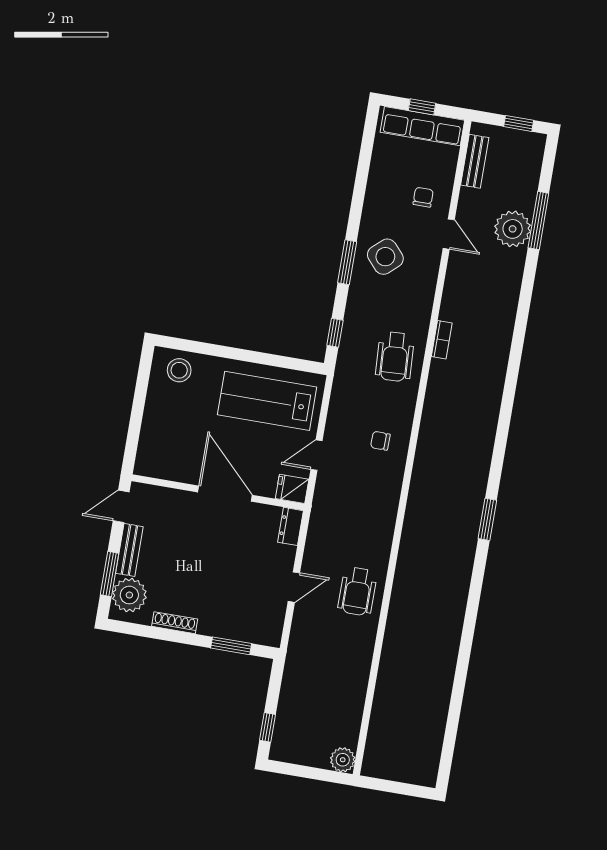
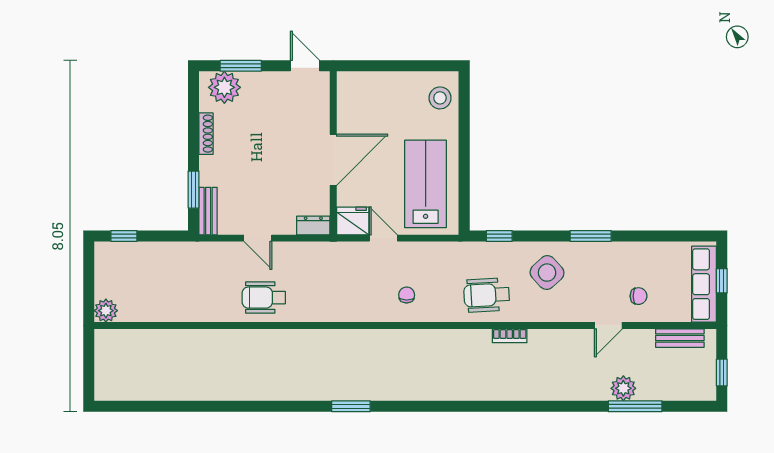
plant: (513, 229) -> (623, 388), width x0.73, depth x0.73
side table: (385, 257) -> (547, 273), moved
window: (347, 262) -> (591, 236), moved
fridge: (292, 489) -> (353, 221), width x1.38
bench: (129, 550) -> (208, 211), moved, turned 90

